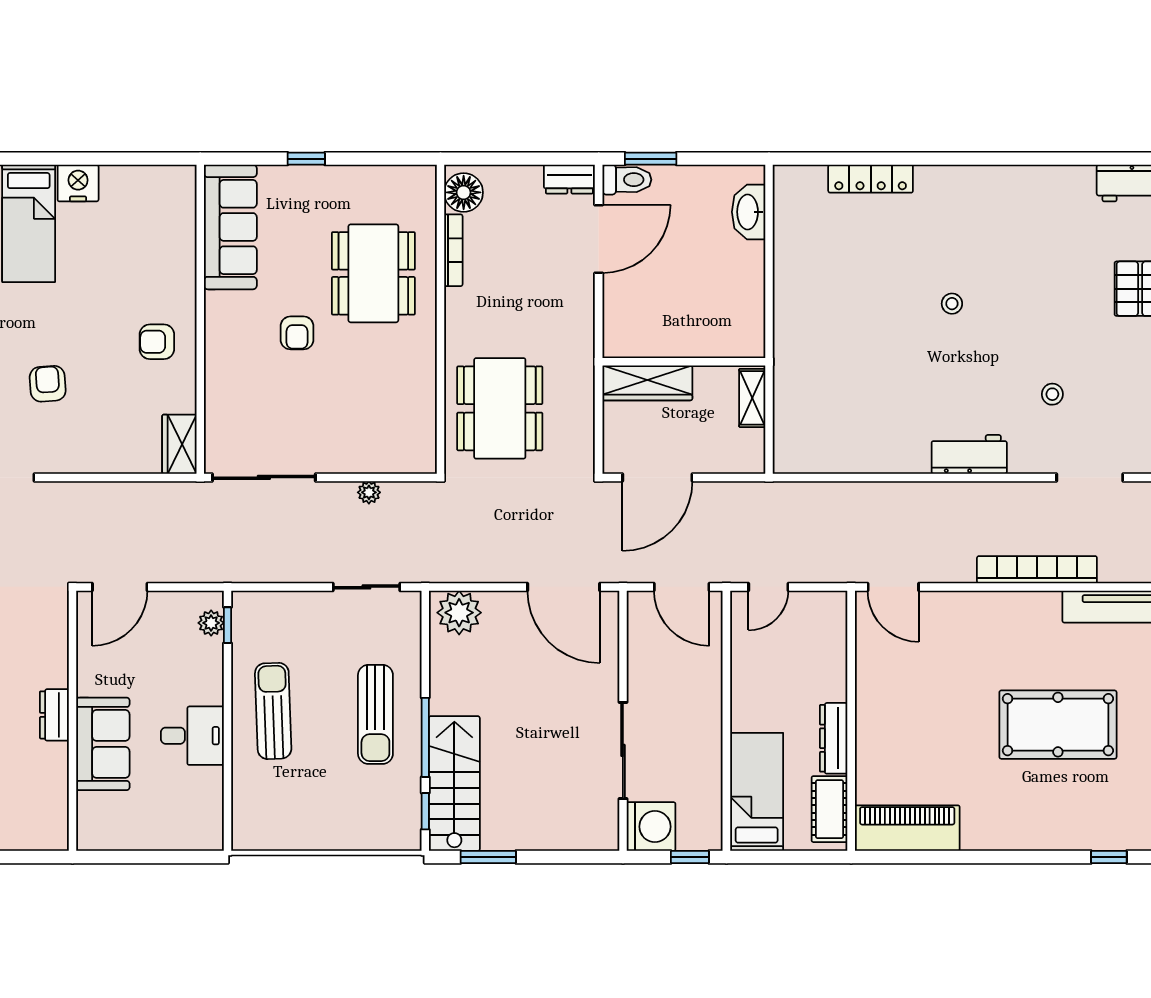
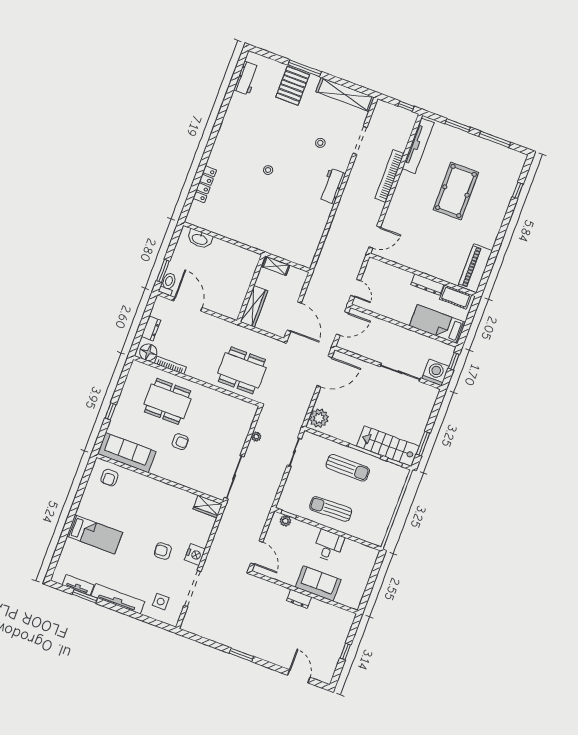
dresser: (569, 179) -> (151, 328), moved
nightstand: (78, 183) -> (195, 555), moved, turned 180
armchair: (157, 342) -> (109, 478), moved

